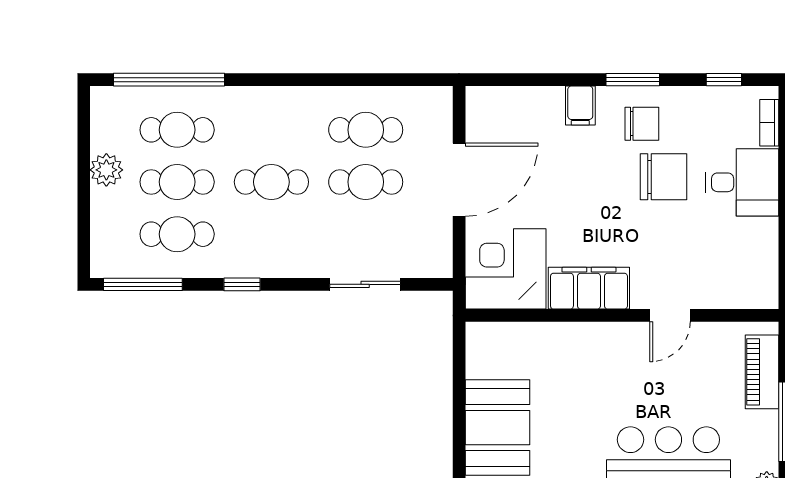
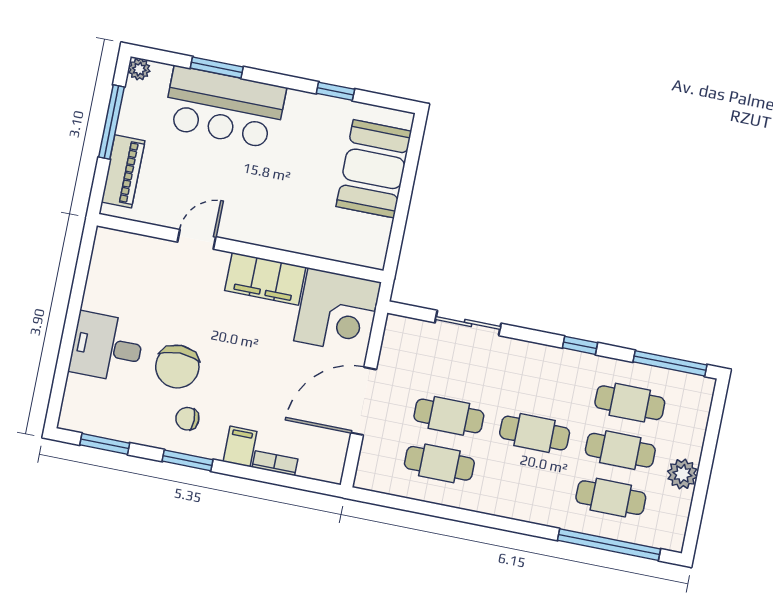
window: (724, 80) -> (105, 444), width x1.50
bookcase: (769, 123) -> (275, 463), moved, turned -90
chair: (642, 124) -> (187, 419), width x0.73, depth x0.73
chair: (663, 177) -> (177, 367), turned -90

